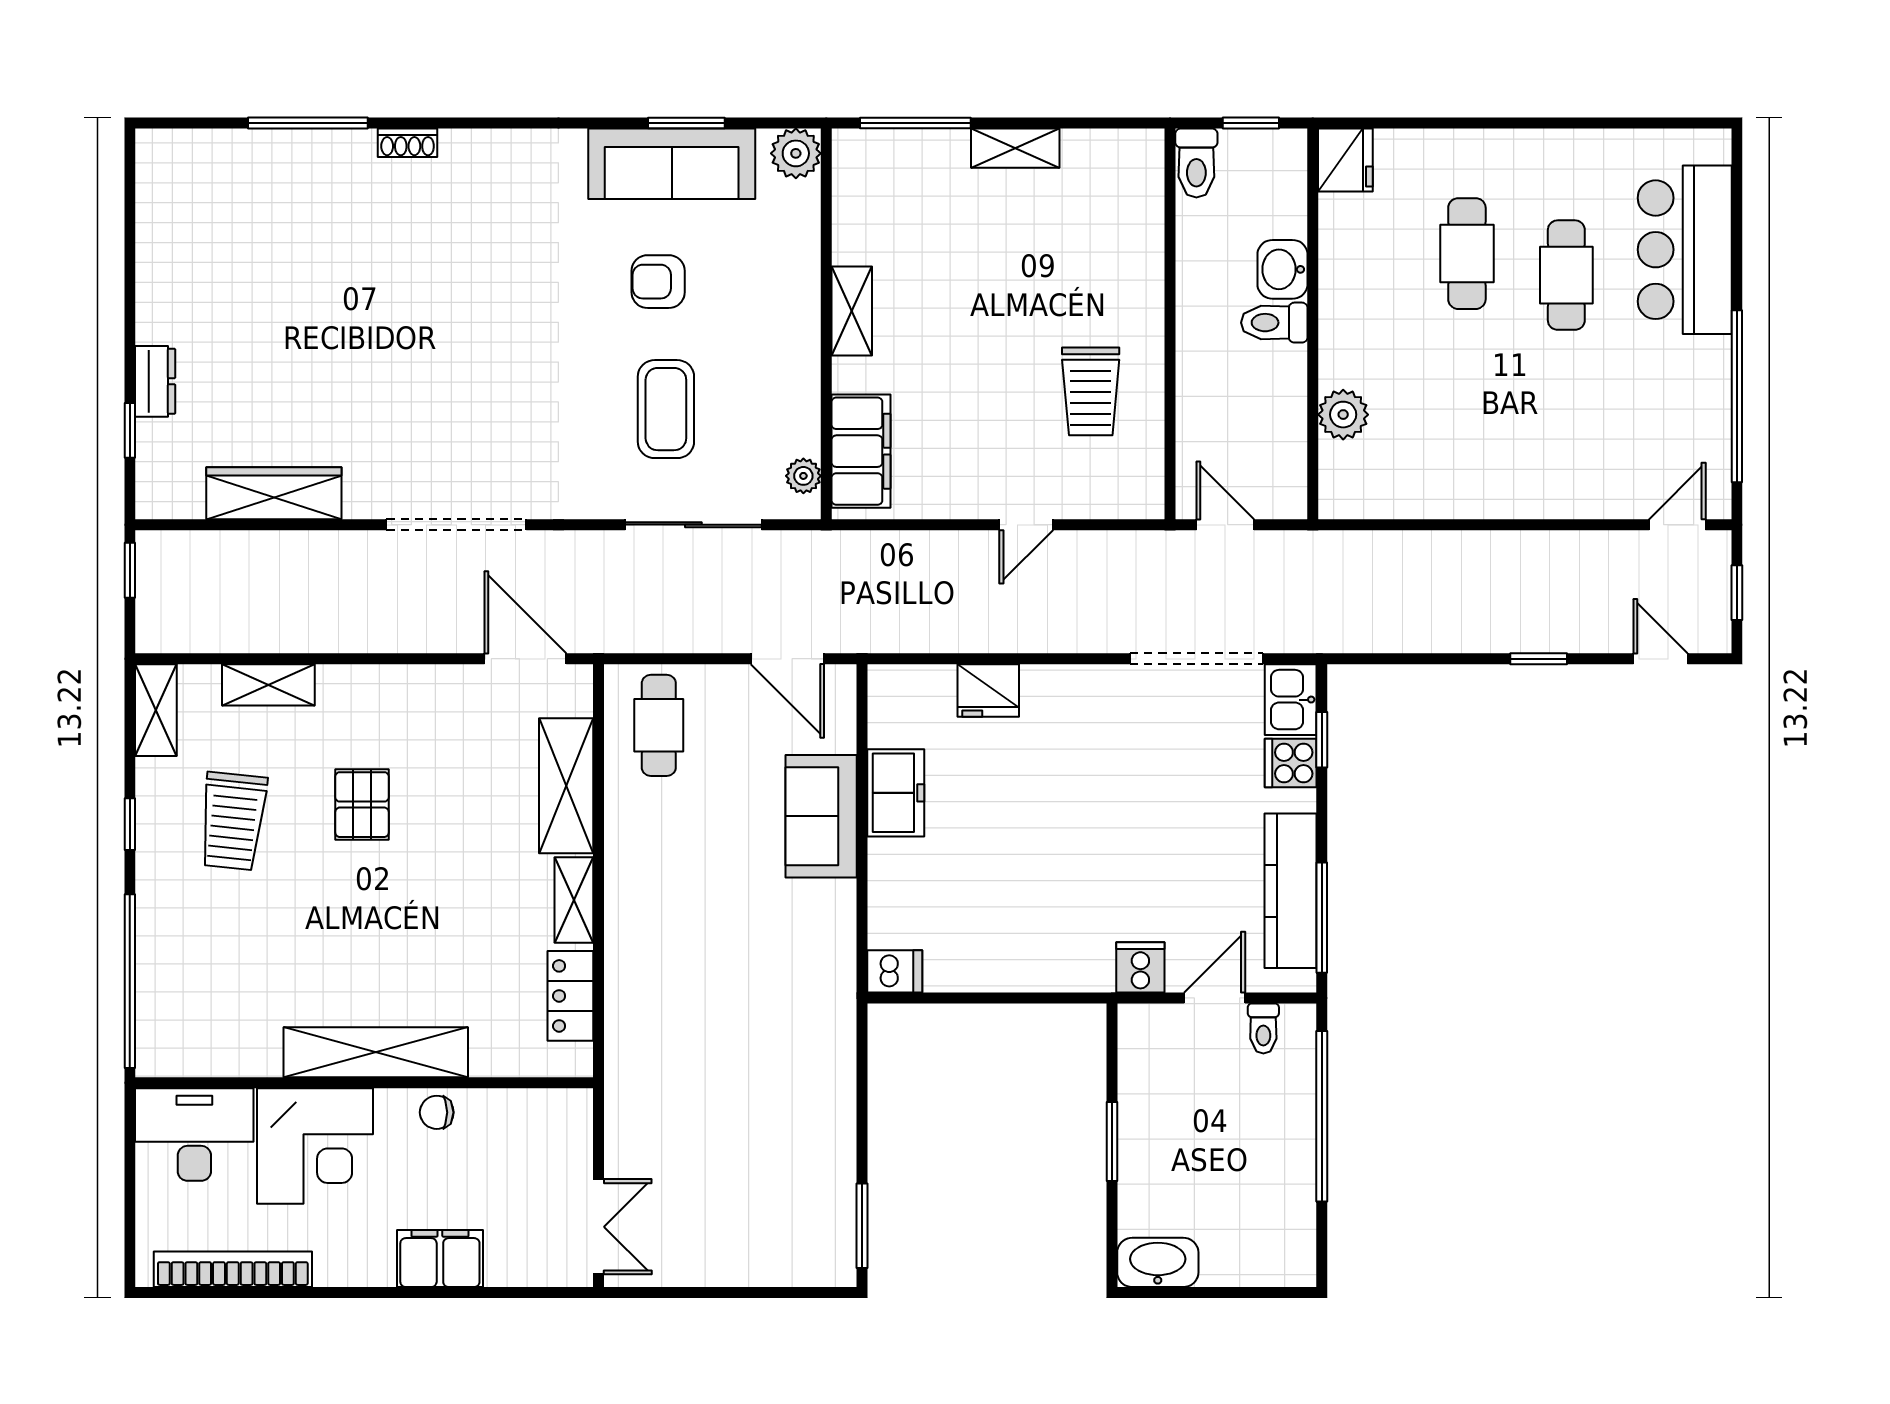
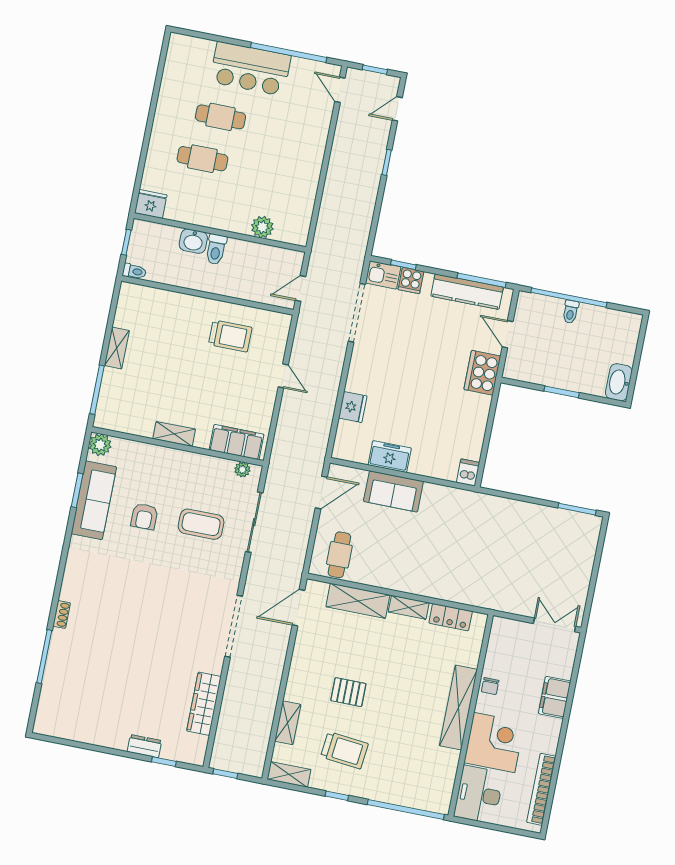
toilet: (1196, 163) -> (134, 271), width x0.73, depth x0.72
bar counter: (1685, 250) -> (250, 69), moved
cafe table: (659, 725) -> (339, 555), turned 90
cooker: (1140, 967) -> (482, 373), width x1.87, depth x1.31
toilet: (1263, 1028) -> (571, 312), moved, turned 90

